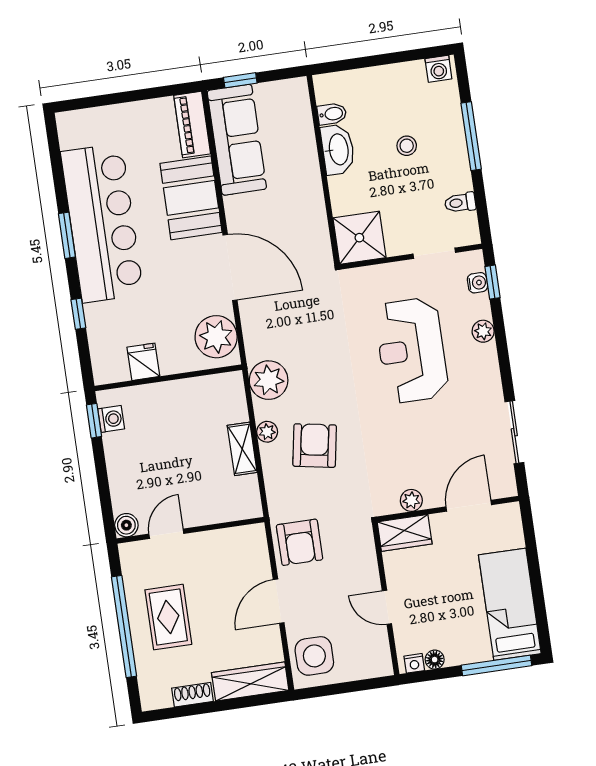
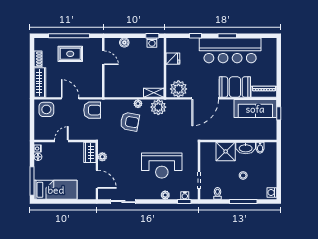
shower: (359, 238) -> (226, 151), moved
reception desk: (411, 350) -> (162, 166), turned 180
shelving: (242, 449) -> (154, 93), moved
boiler: (126, 525) -> (124, 43), moved
armchair: (300, 542) -> (92, 110), turned 180

